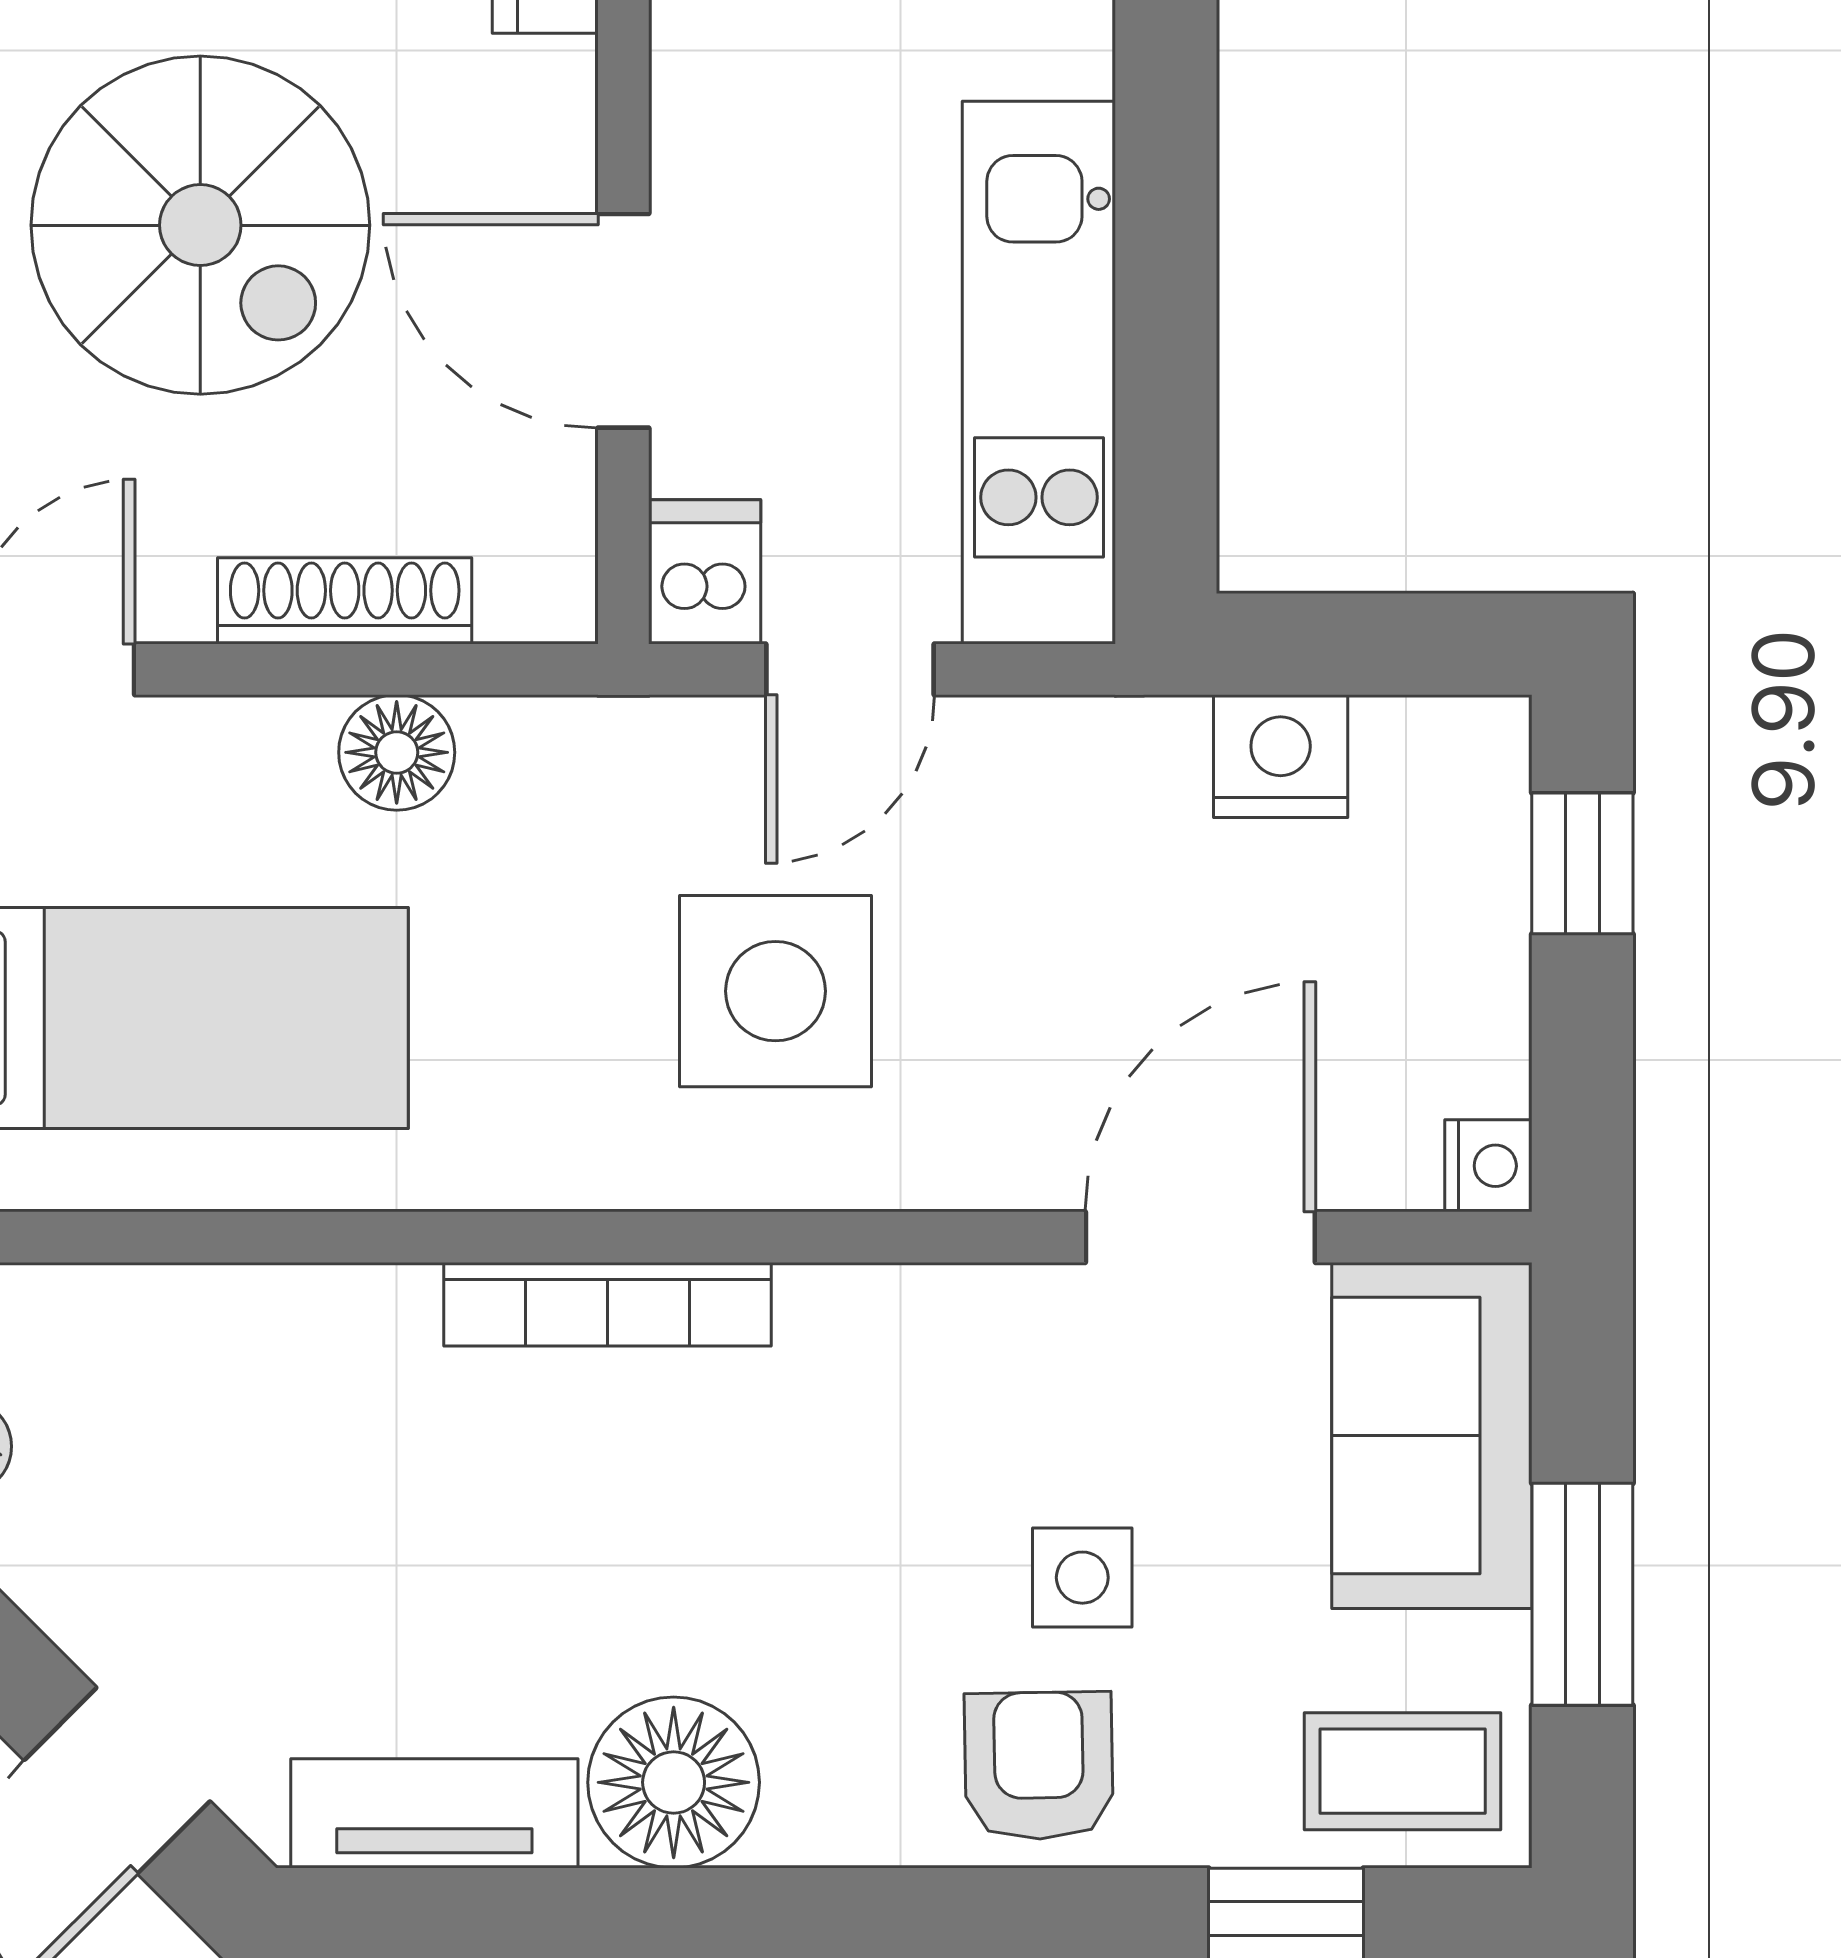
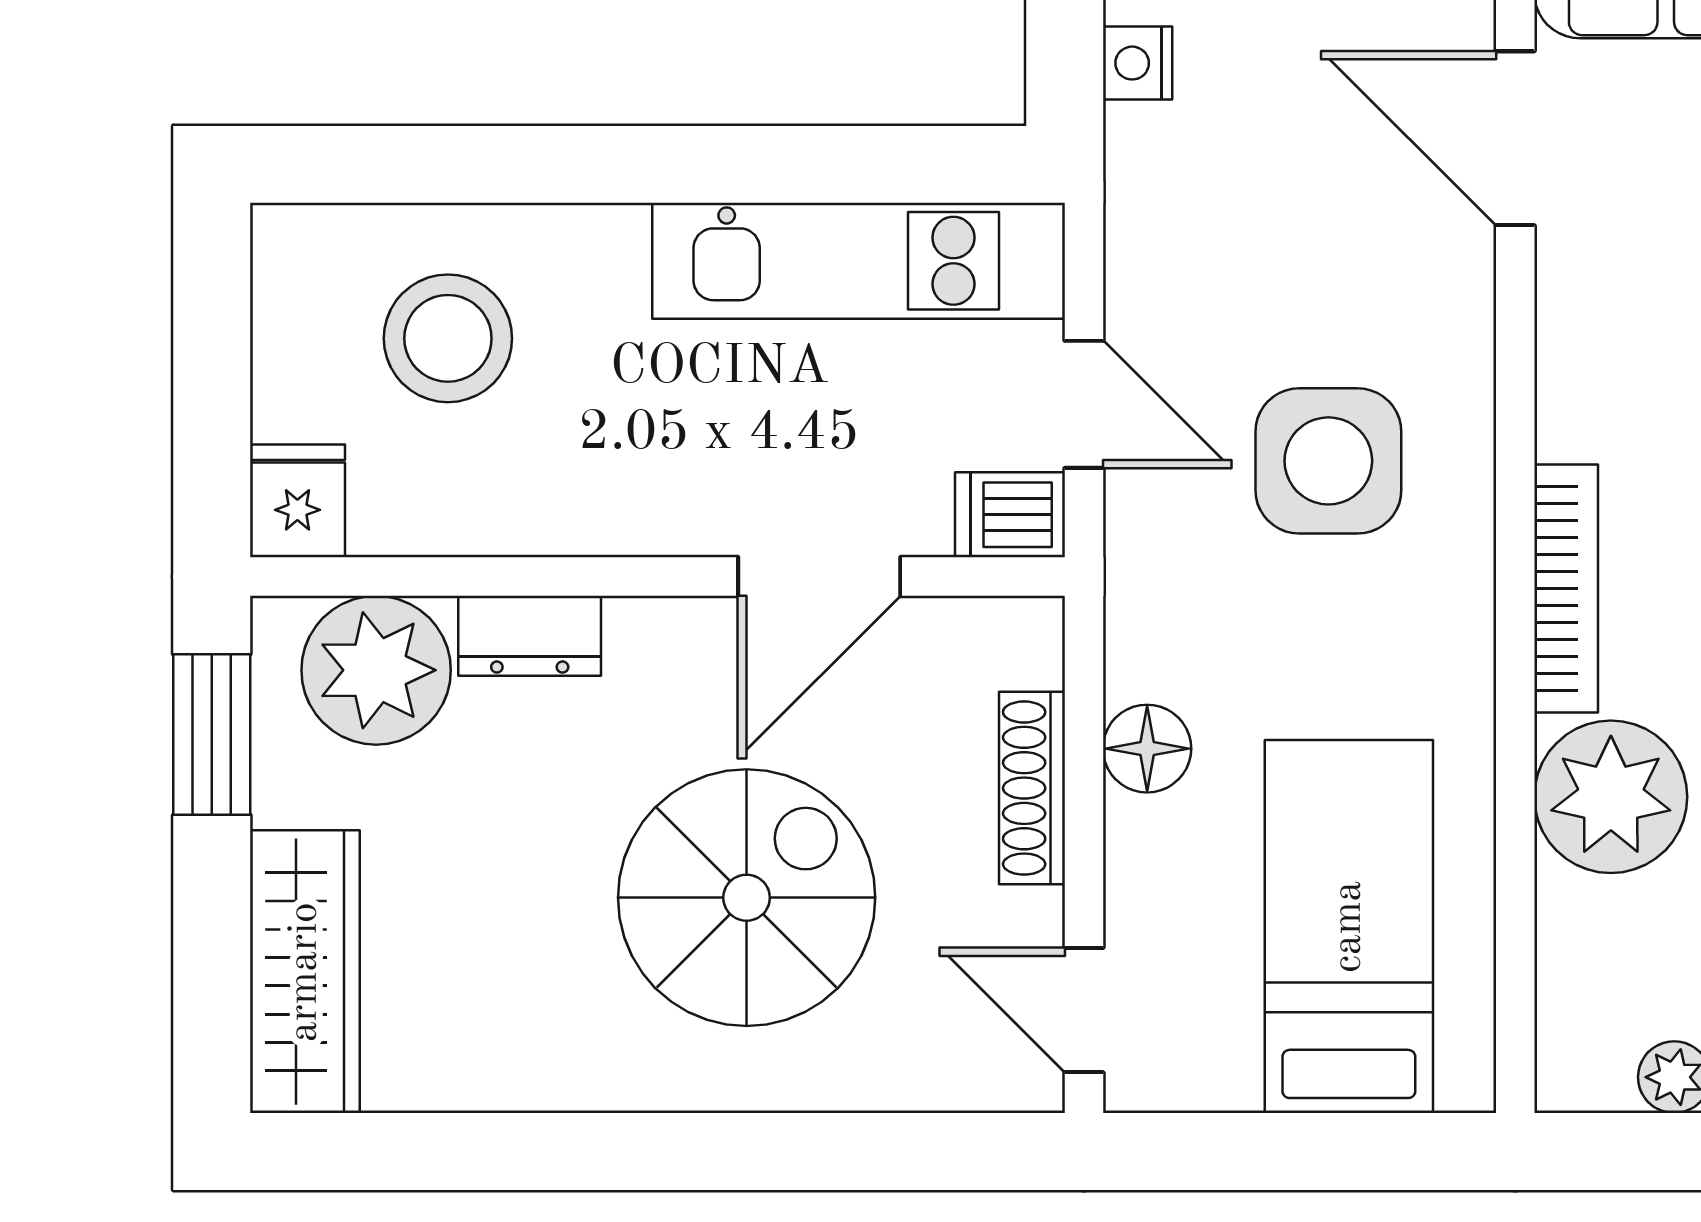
nightstand: (1281, 756) -> (1138, 63), width x0.72, depth x0.74
plant: (333, 1363) -> (1611, 797), added

